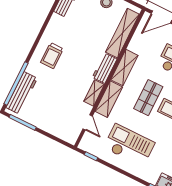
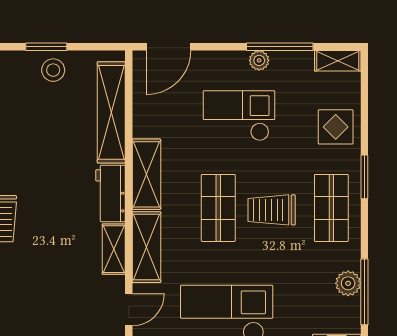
door: (88, 122) -> (129, 310), hinge flipped

